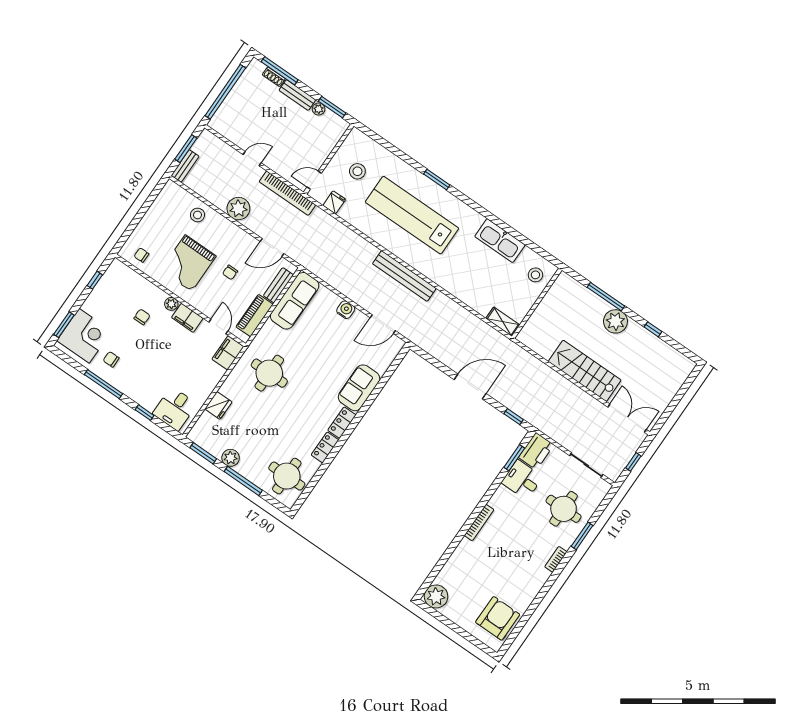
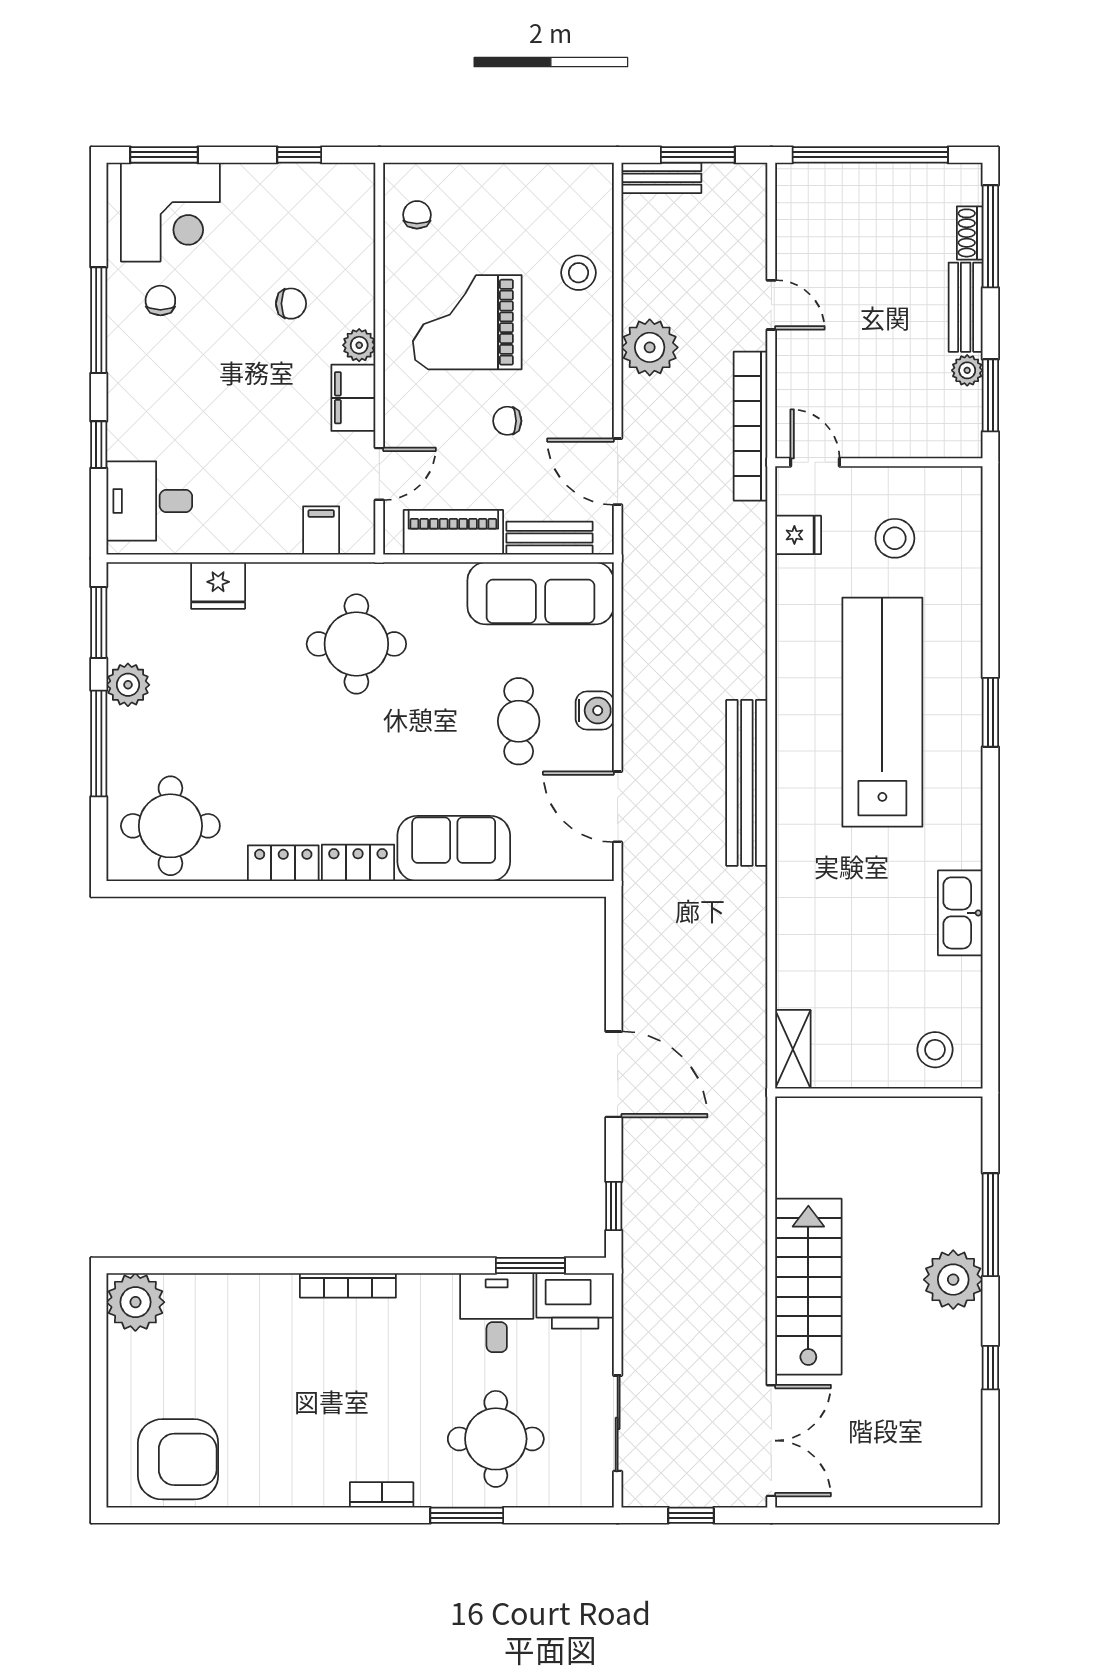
kitchen sink: (500, 241) -> (960, 913), width x0.73, depth x0.81
cafe table: (332, 337) -> (519, 721), added
filing cabinet: (228, 353) -> (321, 530), width x0.50

